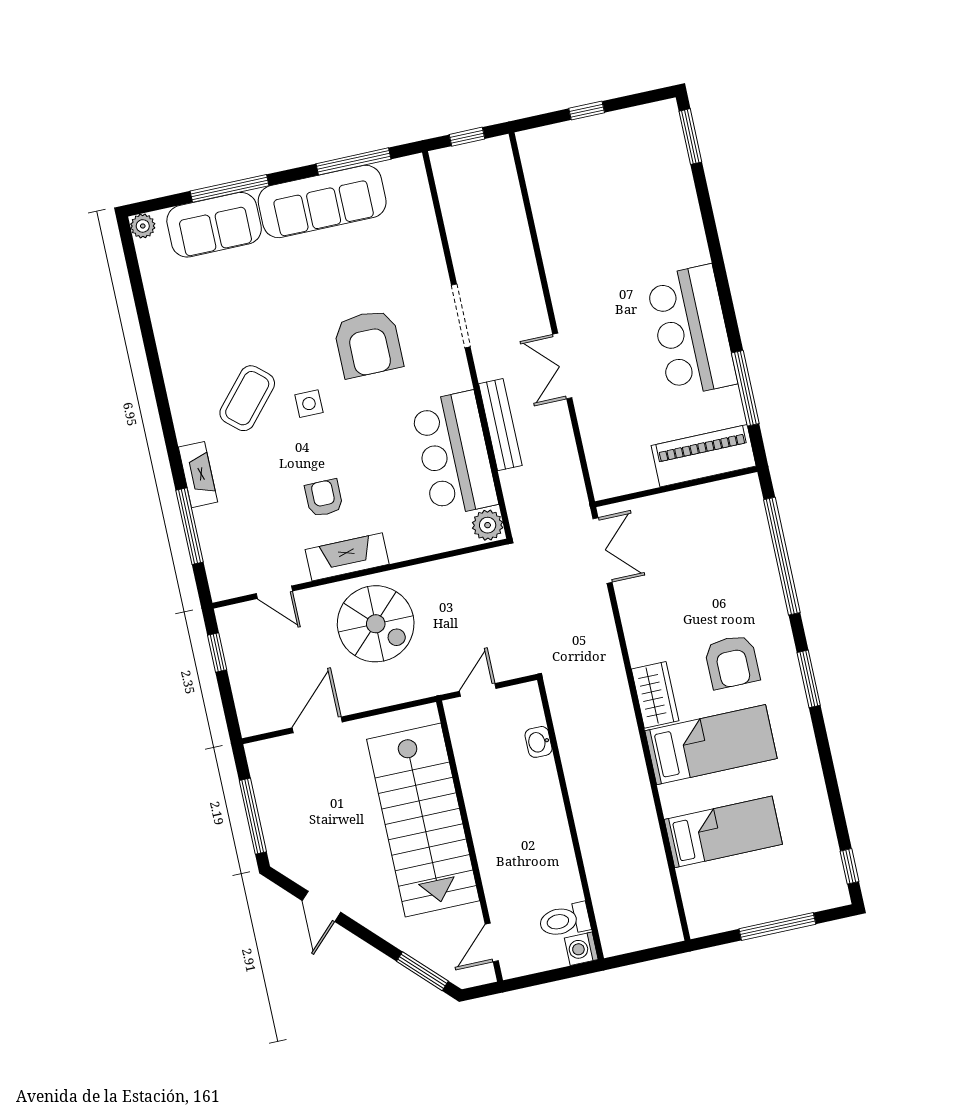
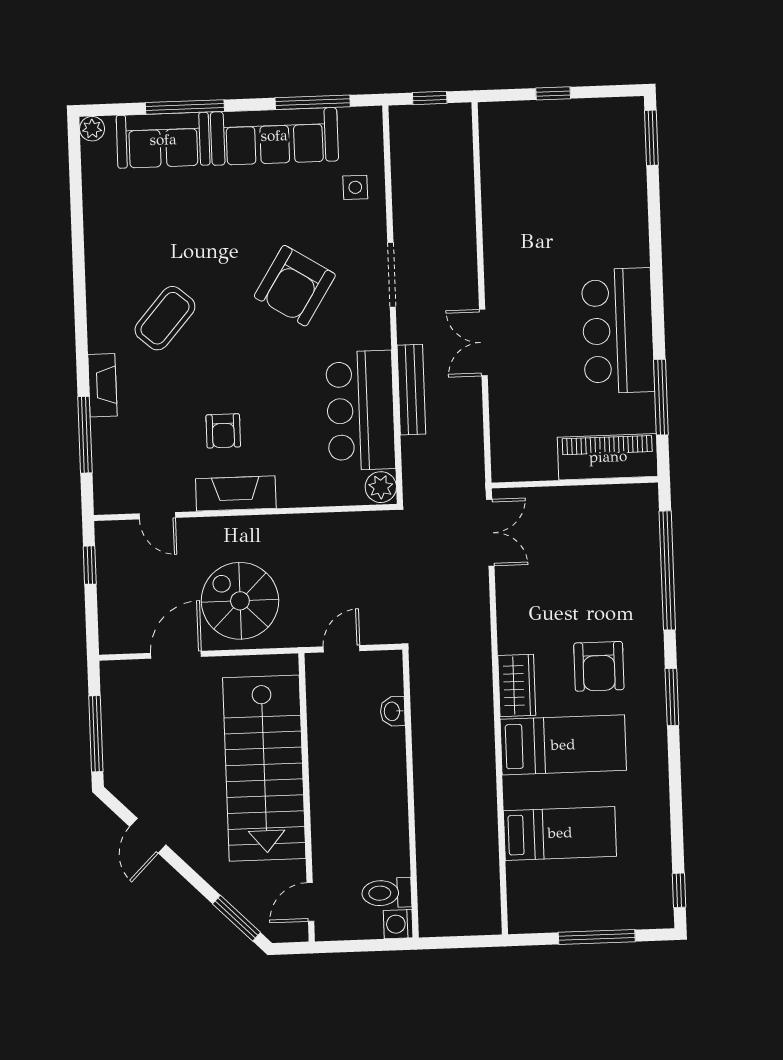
armchair: (368, 344) -> (295, 286), turned 32
side table: (309, 404) -> (355, 187), moved
armchair: (324, 498) -> (223, 431), turned 180
spiral stairs: (376, 624) -> (240, 601), moved, turned 180

